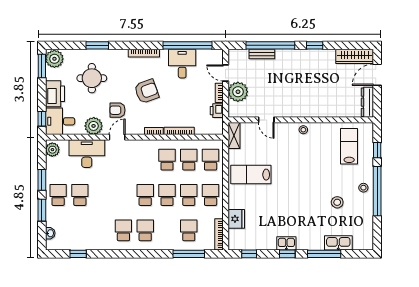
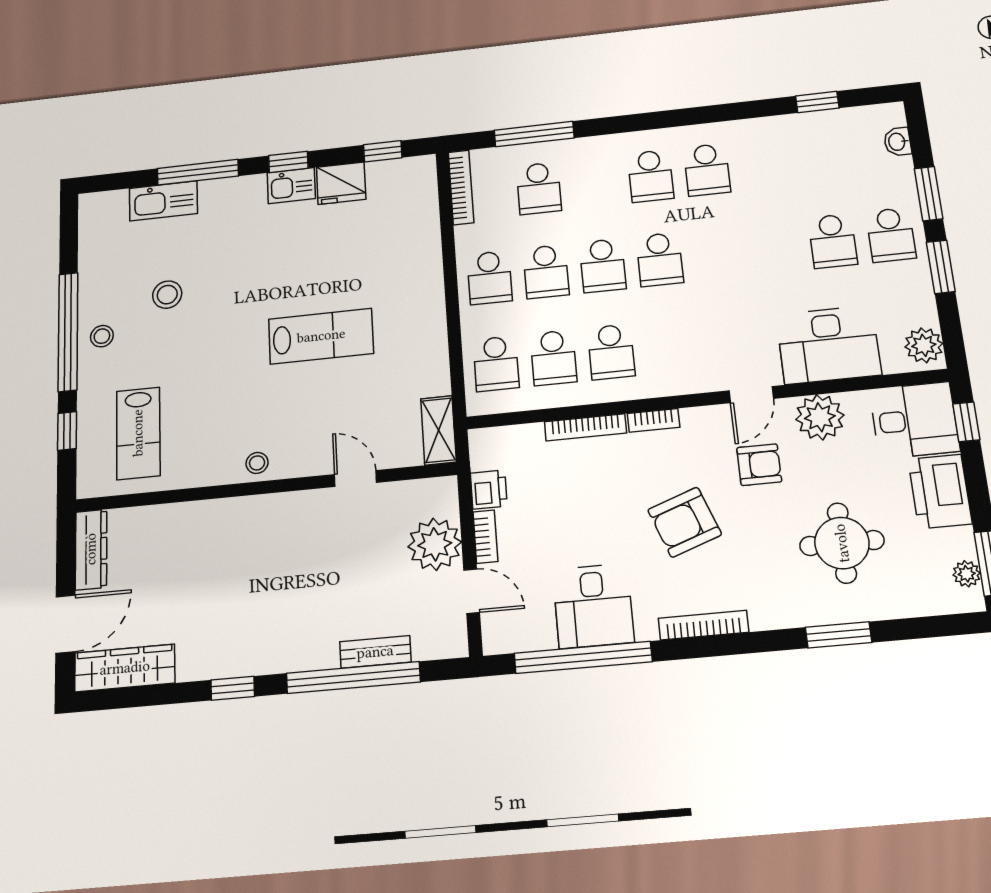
plant: (54, 59) -> (967, 574), width x0.53, depth x0.53
lab bench: (251, 175) -> (321, 336), moved
fridge: (236, 219) -> (341, 183), moved, turned -90

